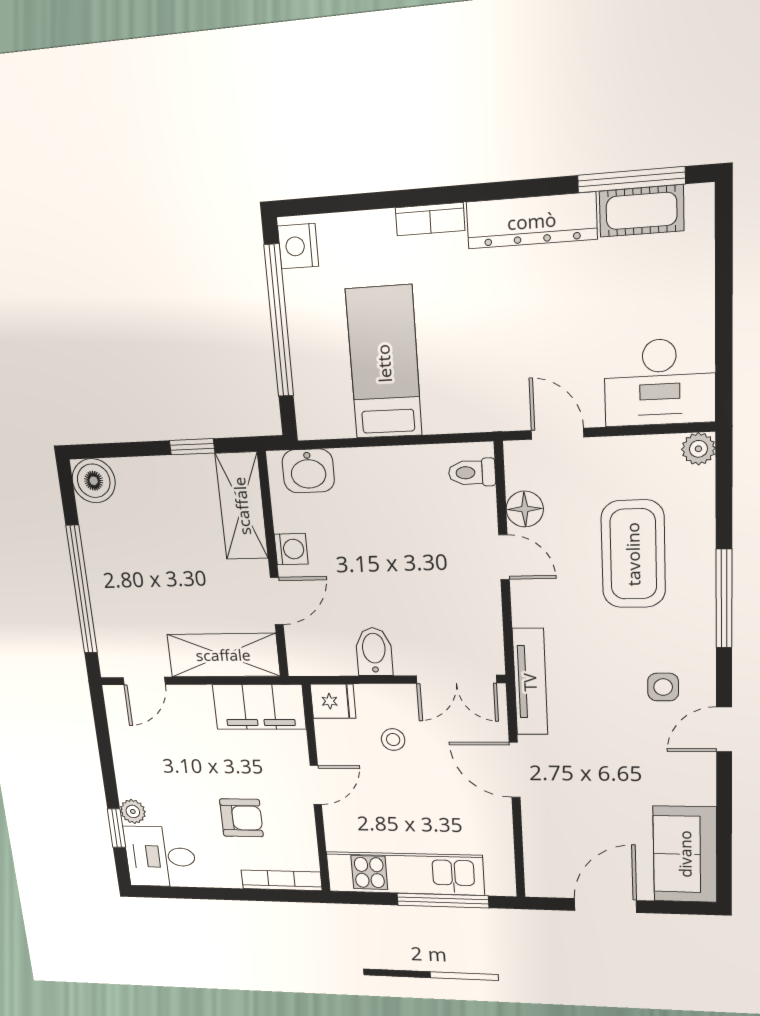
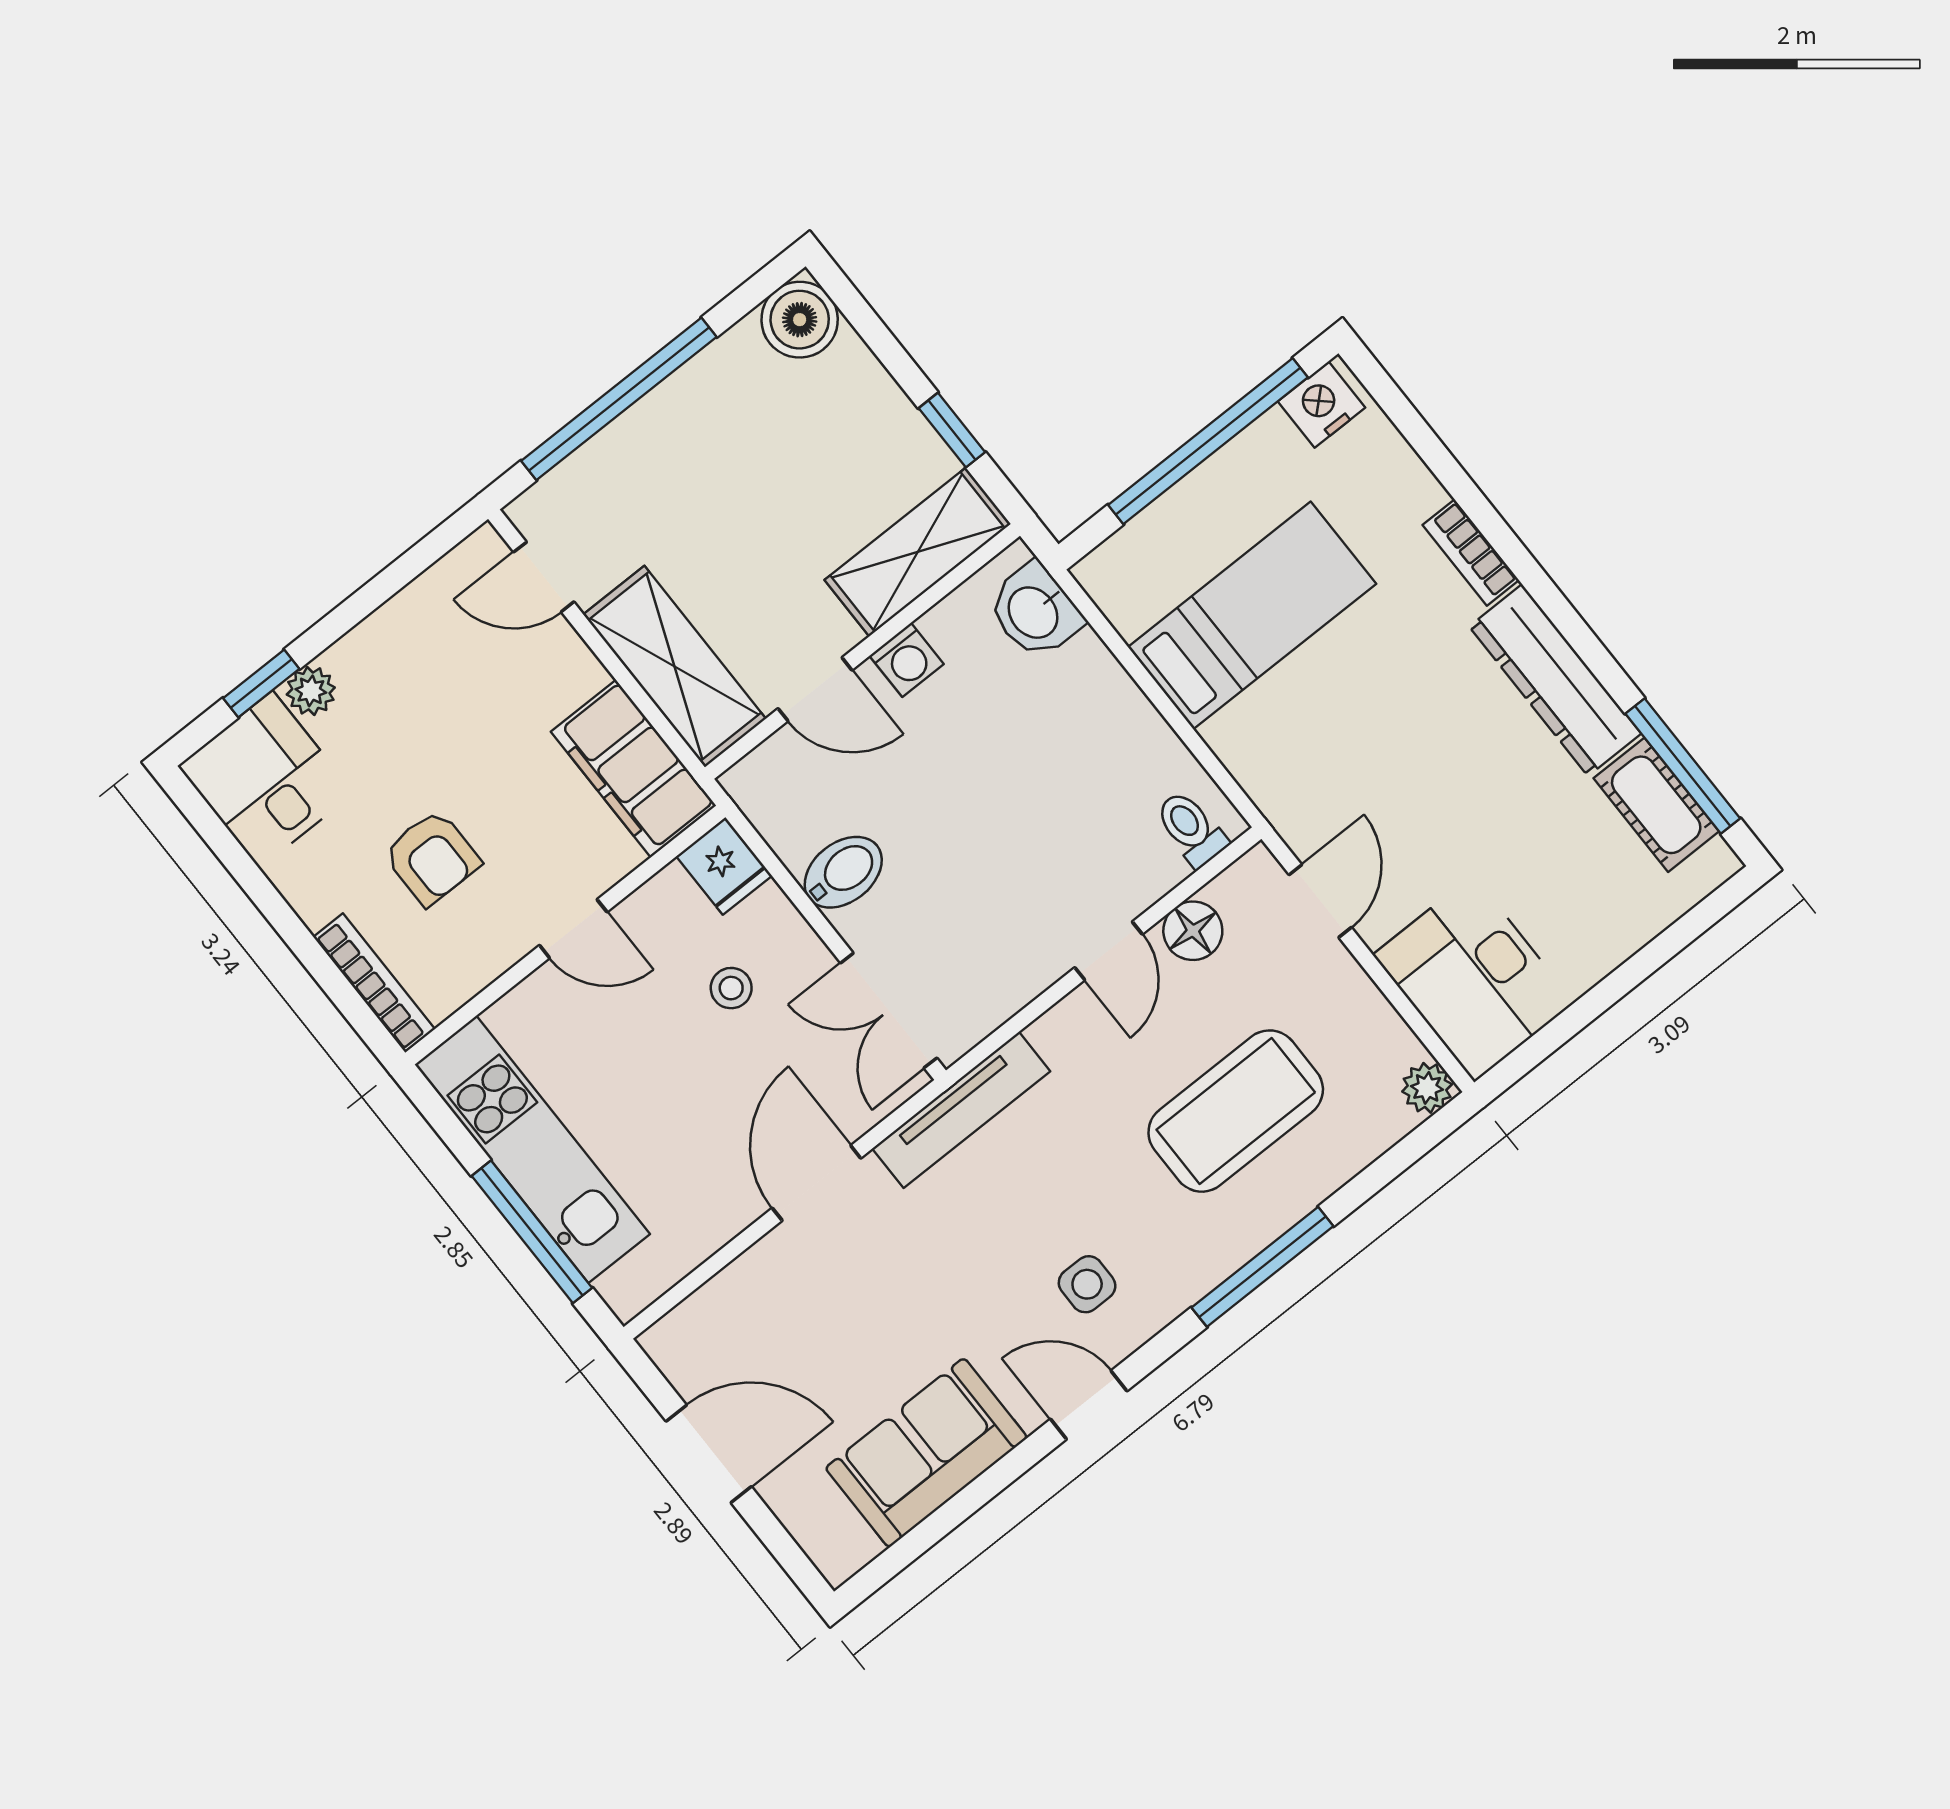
sofa: (685, 854) -> (926, 1453), moved

